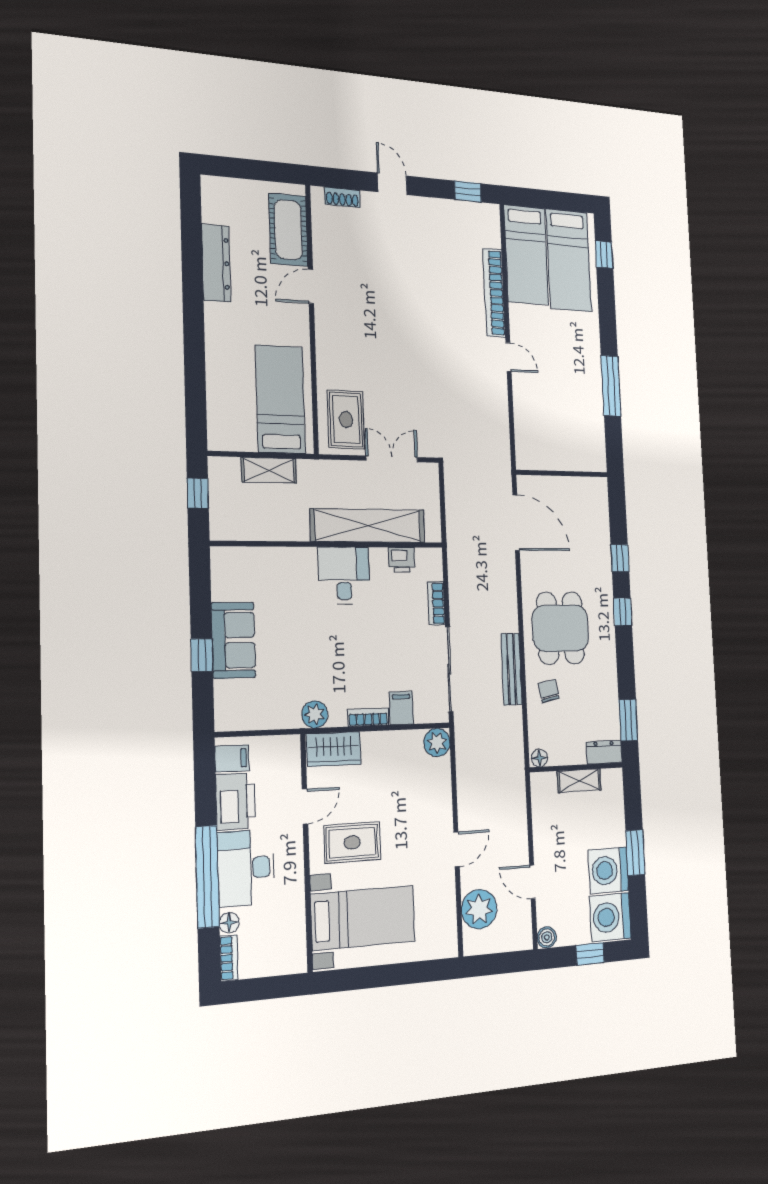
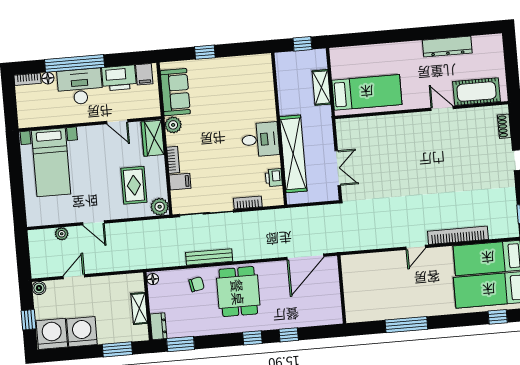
rug: (346, 419) -> (360, 136), removed
dining table: (560, 628) -> (238, 292), turned 90
sofa: (233, 640) -> (175, 92), moved, turned -90
rug: (352, 842) -> (134, 185), moved
window: (635, 853) -> (117, 349), moved
plant: (479, 909) -> (62, 234), width x0.53, depth x0.53

